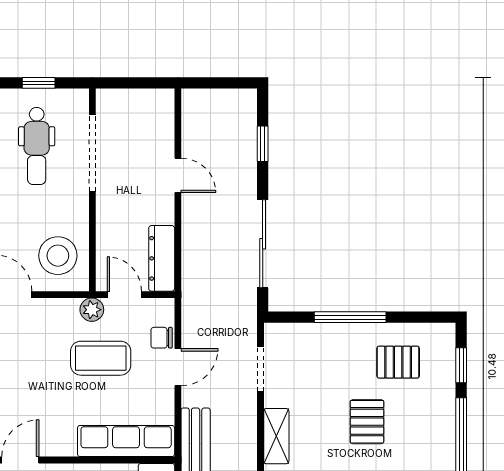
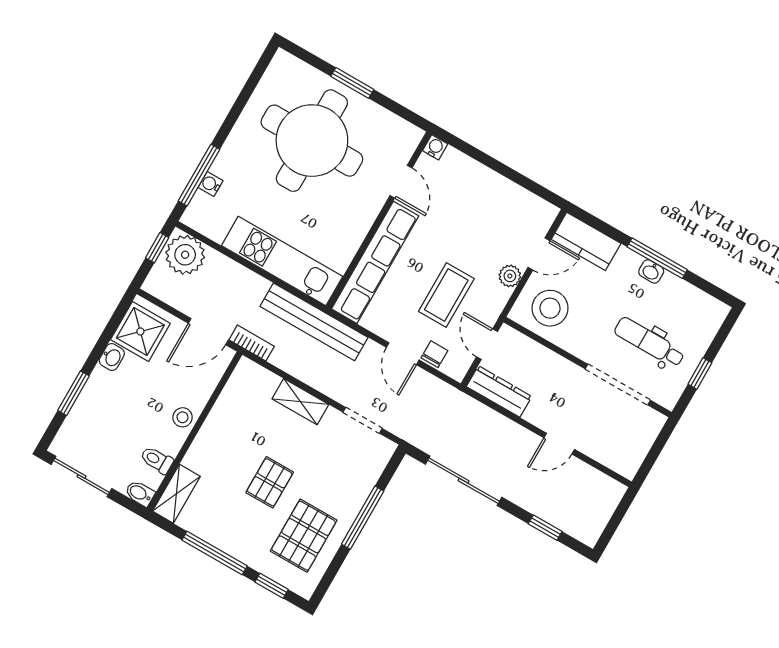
door: (124, 295) -> (487, 344), swing flipped
plant: (92, 310) -> (510, 276), moved
pallet: (398, 362) -> (304, 536), width x1.50, depth x1.42
pallet: (367, 422) -> (270, 482), turned 90
row of seats: (126, 441) -> (375, 262), width x1.36

